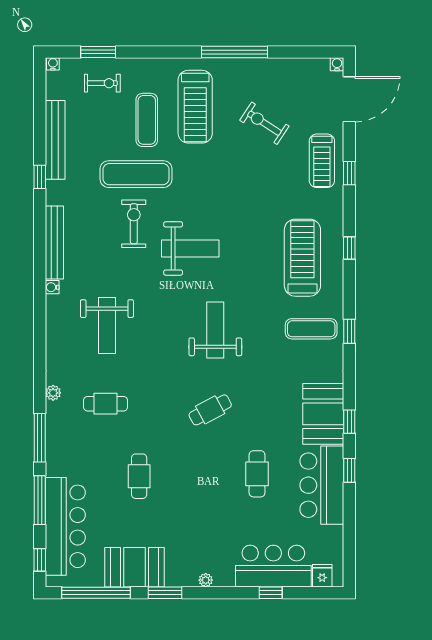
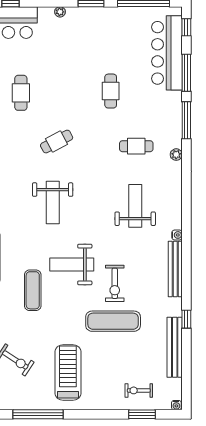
exercise mat: (147, 120) -> (33, 290), moved
booth: (135, 567) -> (114, 22), removed

